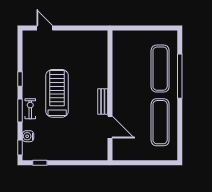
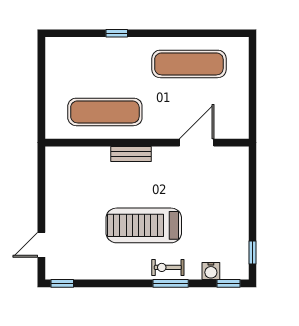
exercise mat: (160, 69) -> (105, 112), moved
window: (180, 76) -> (117, 33), width x0.32
window: (20, 79) -> (62, 283), moved
bench: (103, 102) -> (131, 154), moved

